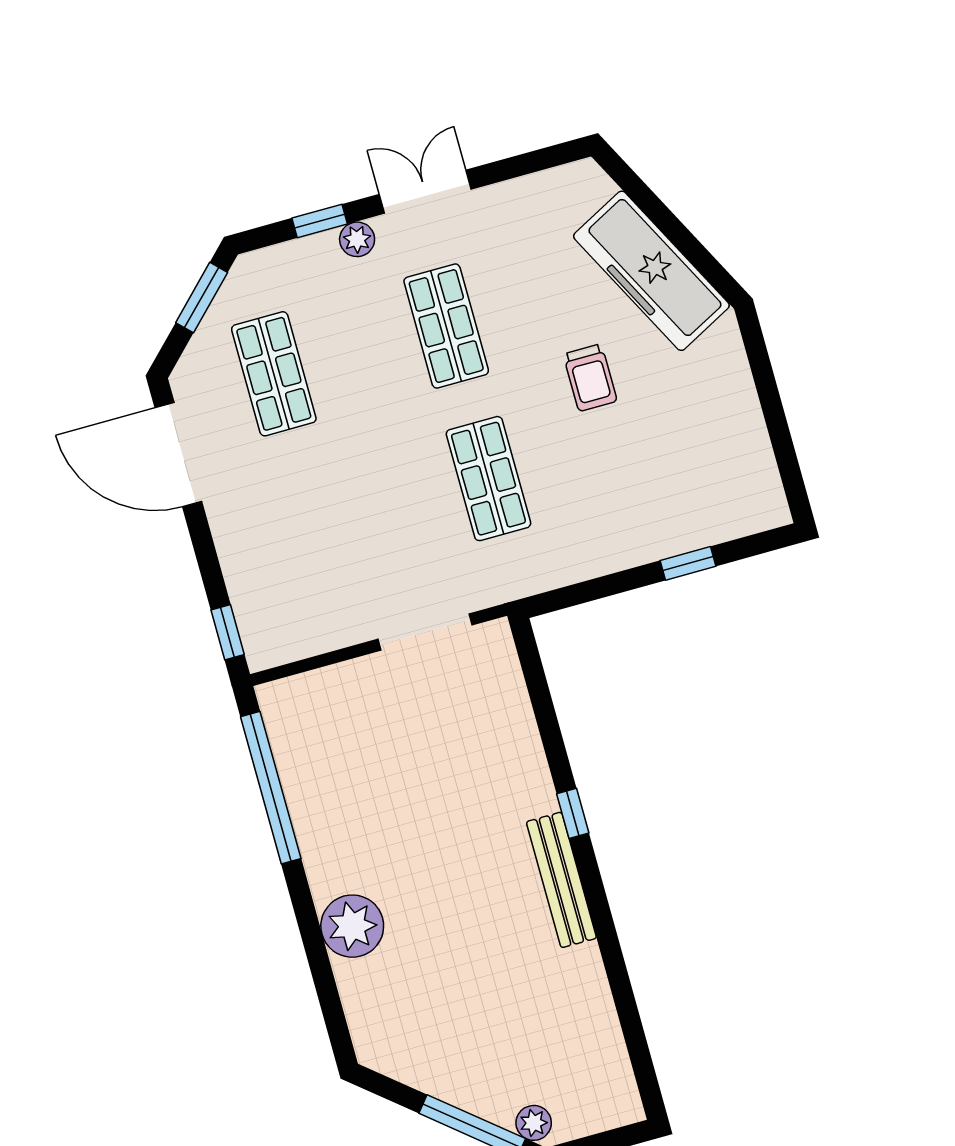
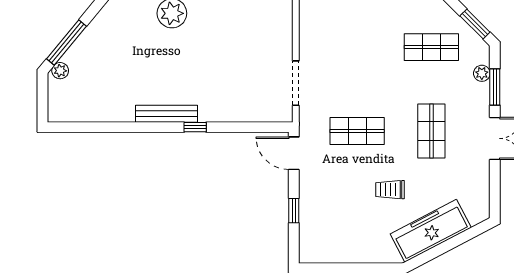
window: (320, 221) -> (495, 87), width x1.50
plant: (357, 239) -> (482, 73), moved
shop shelf: (446, 326) -> (431, 131), turned 90
door: (570, 596) -> (294, 153), added

